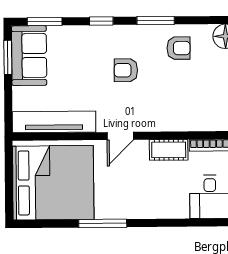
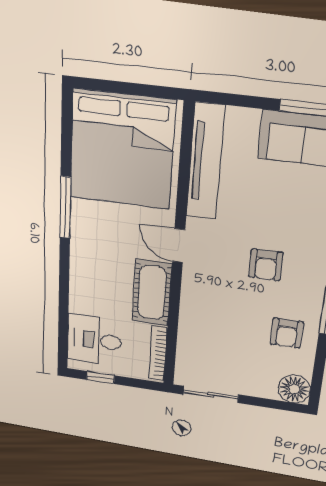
armchair: (126, 70) -> (266, 265), turned 180
cot: (169, 150) -> (152, 293), width x1.37, depth x1.34

